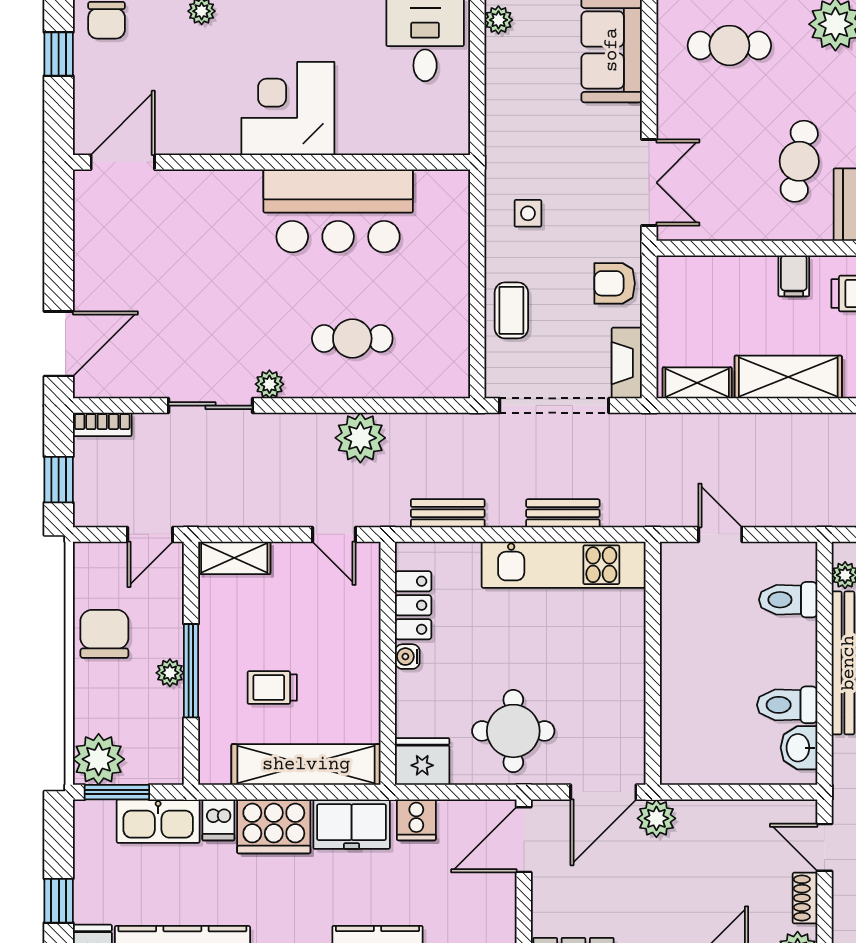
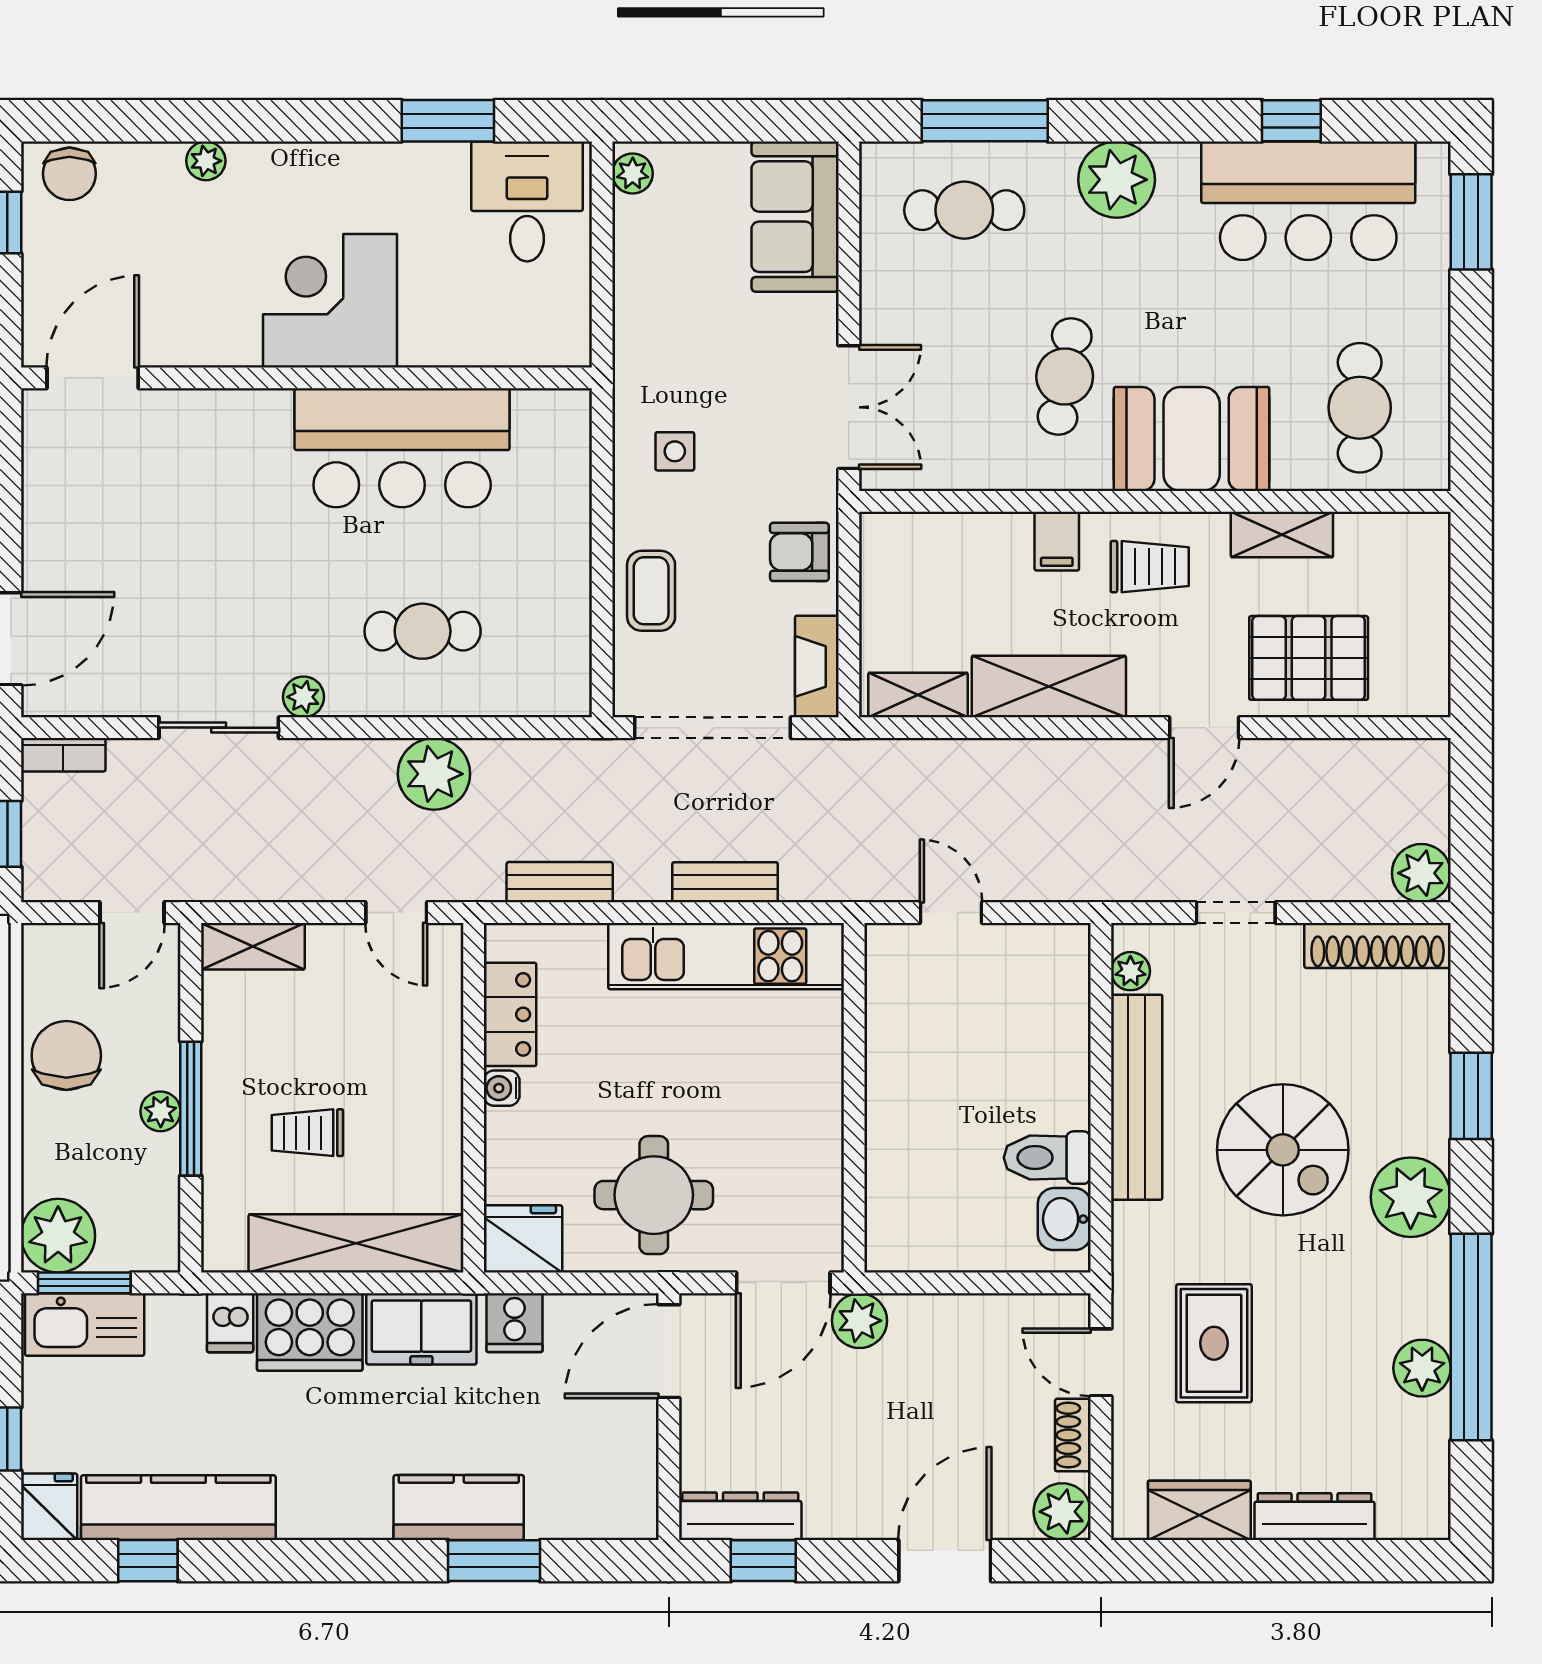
toilet: (788, 600) -> (1049, 1006), removed
kitchen sink: (158, 821) -> (85, 1325), moved

